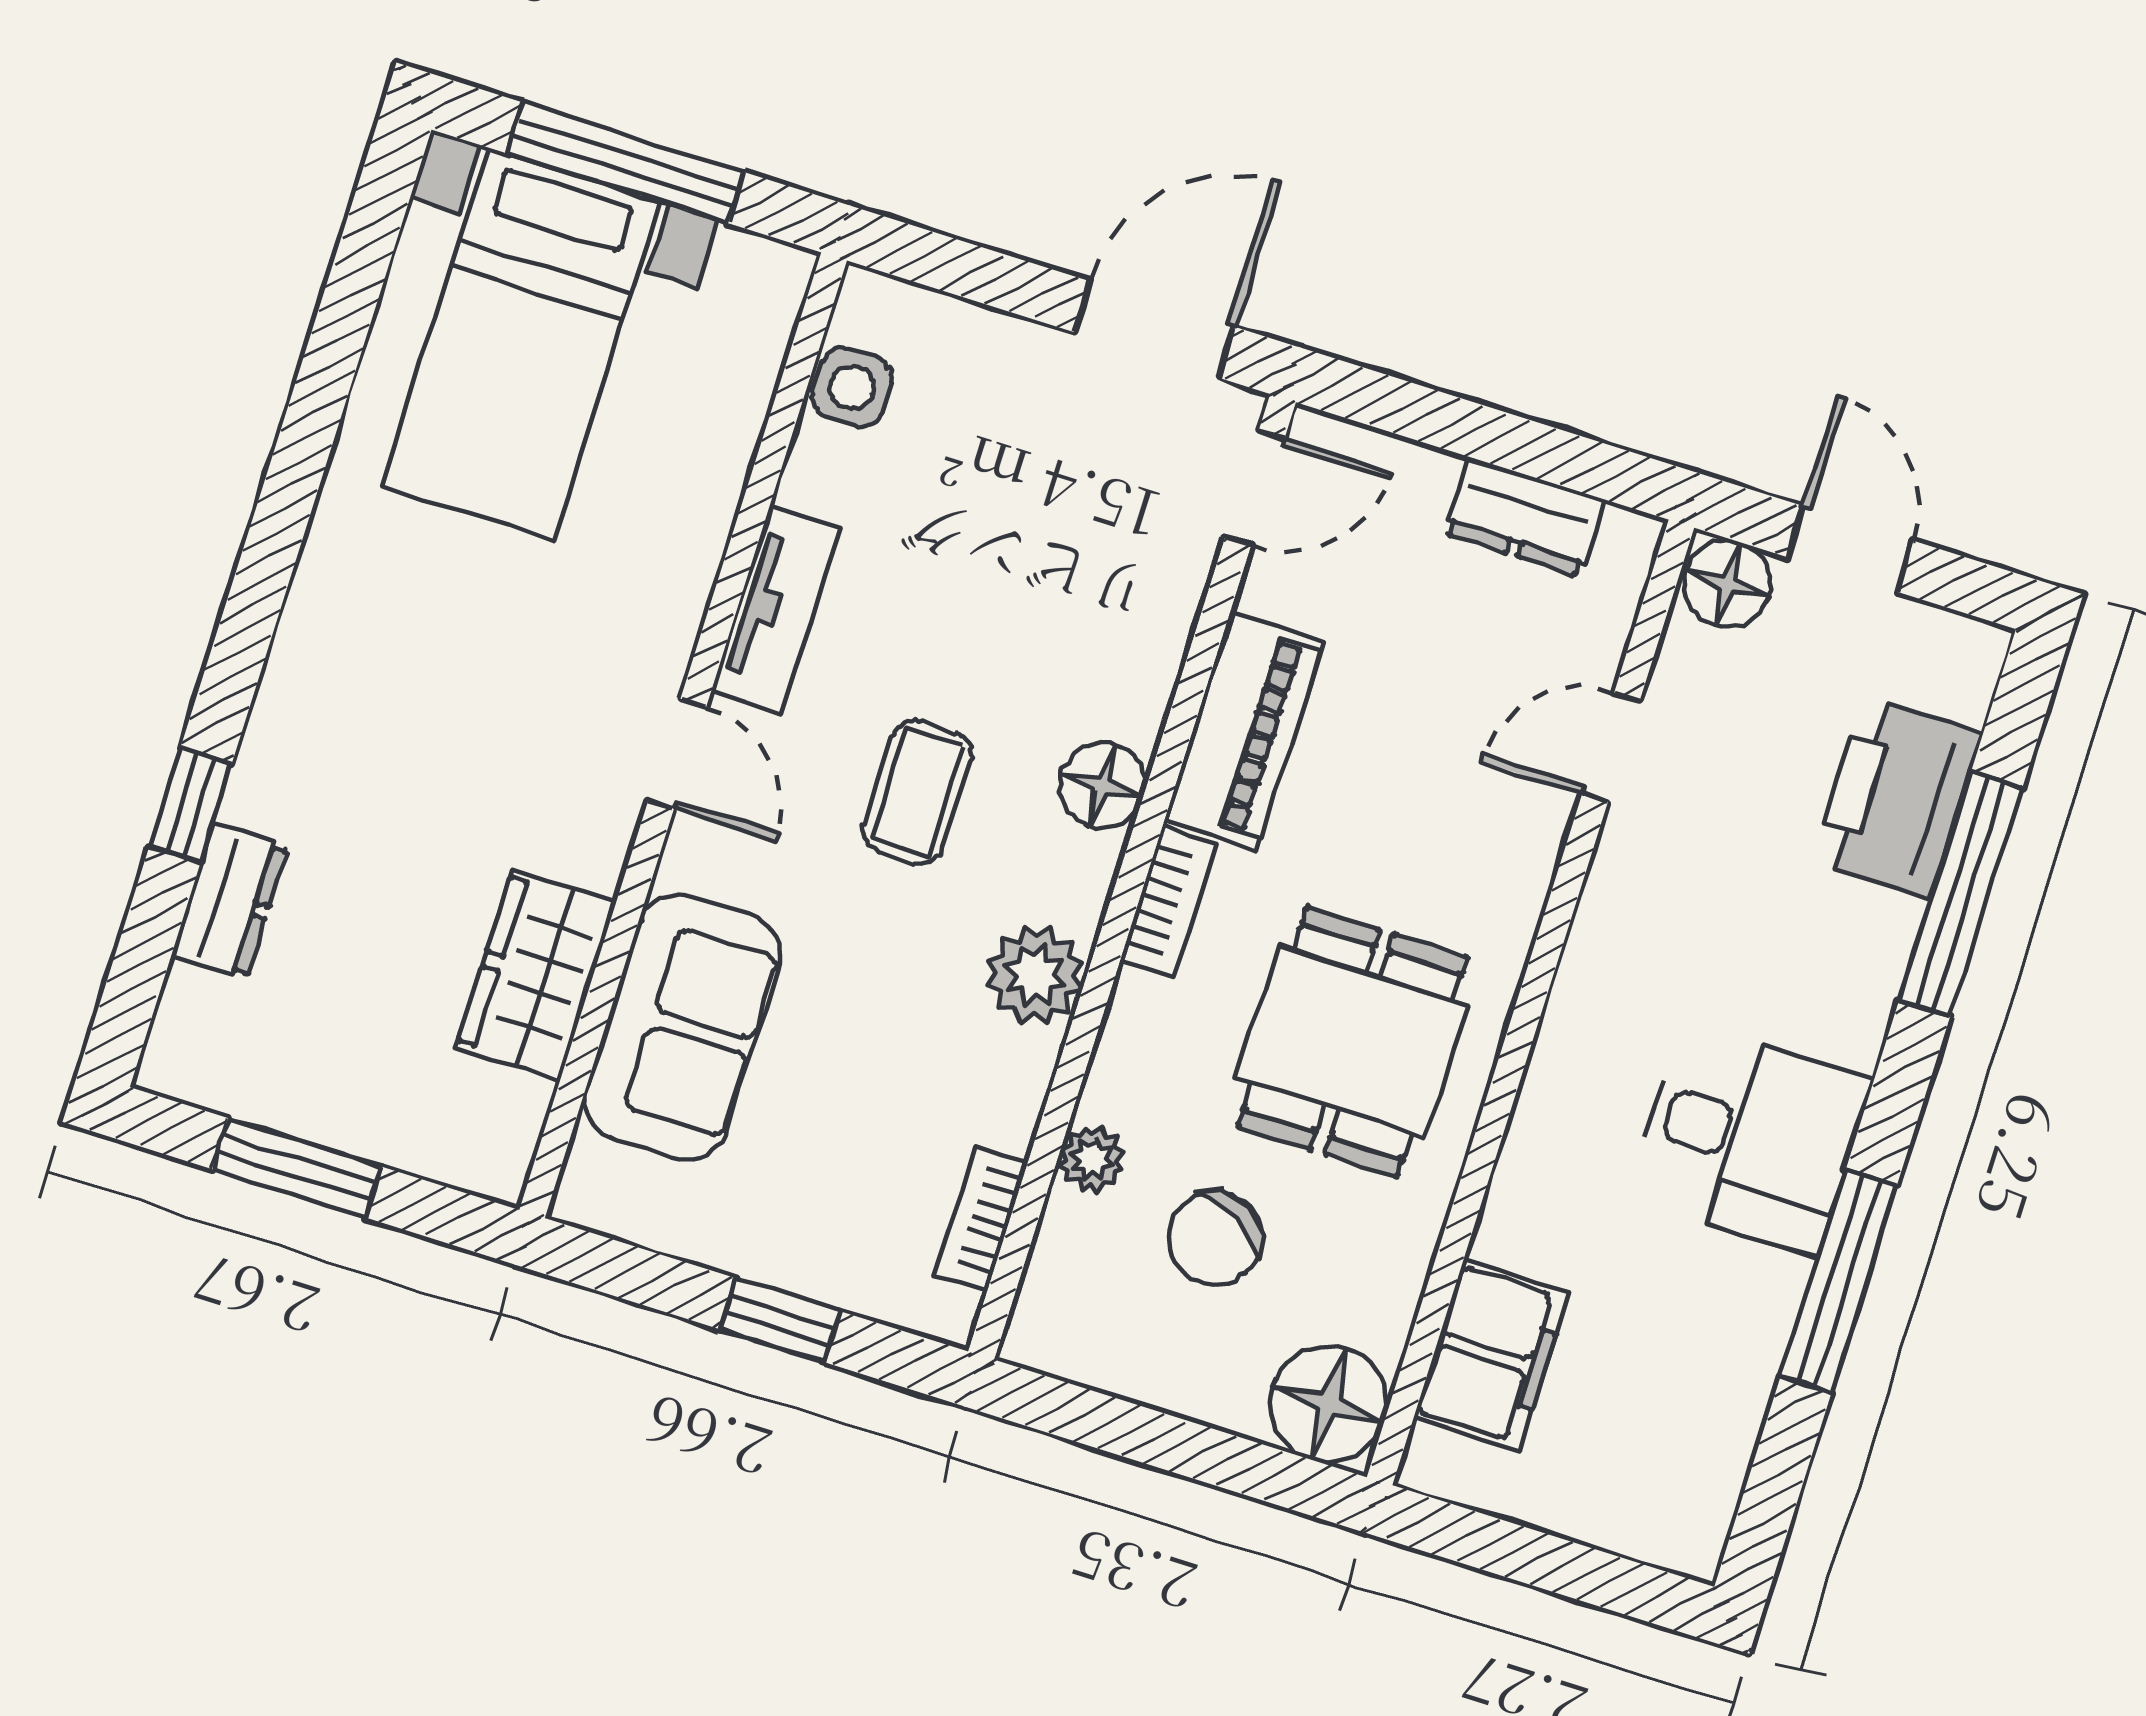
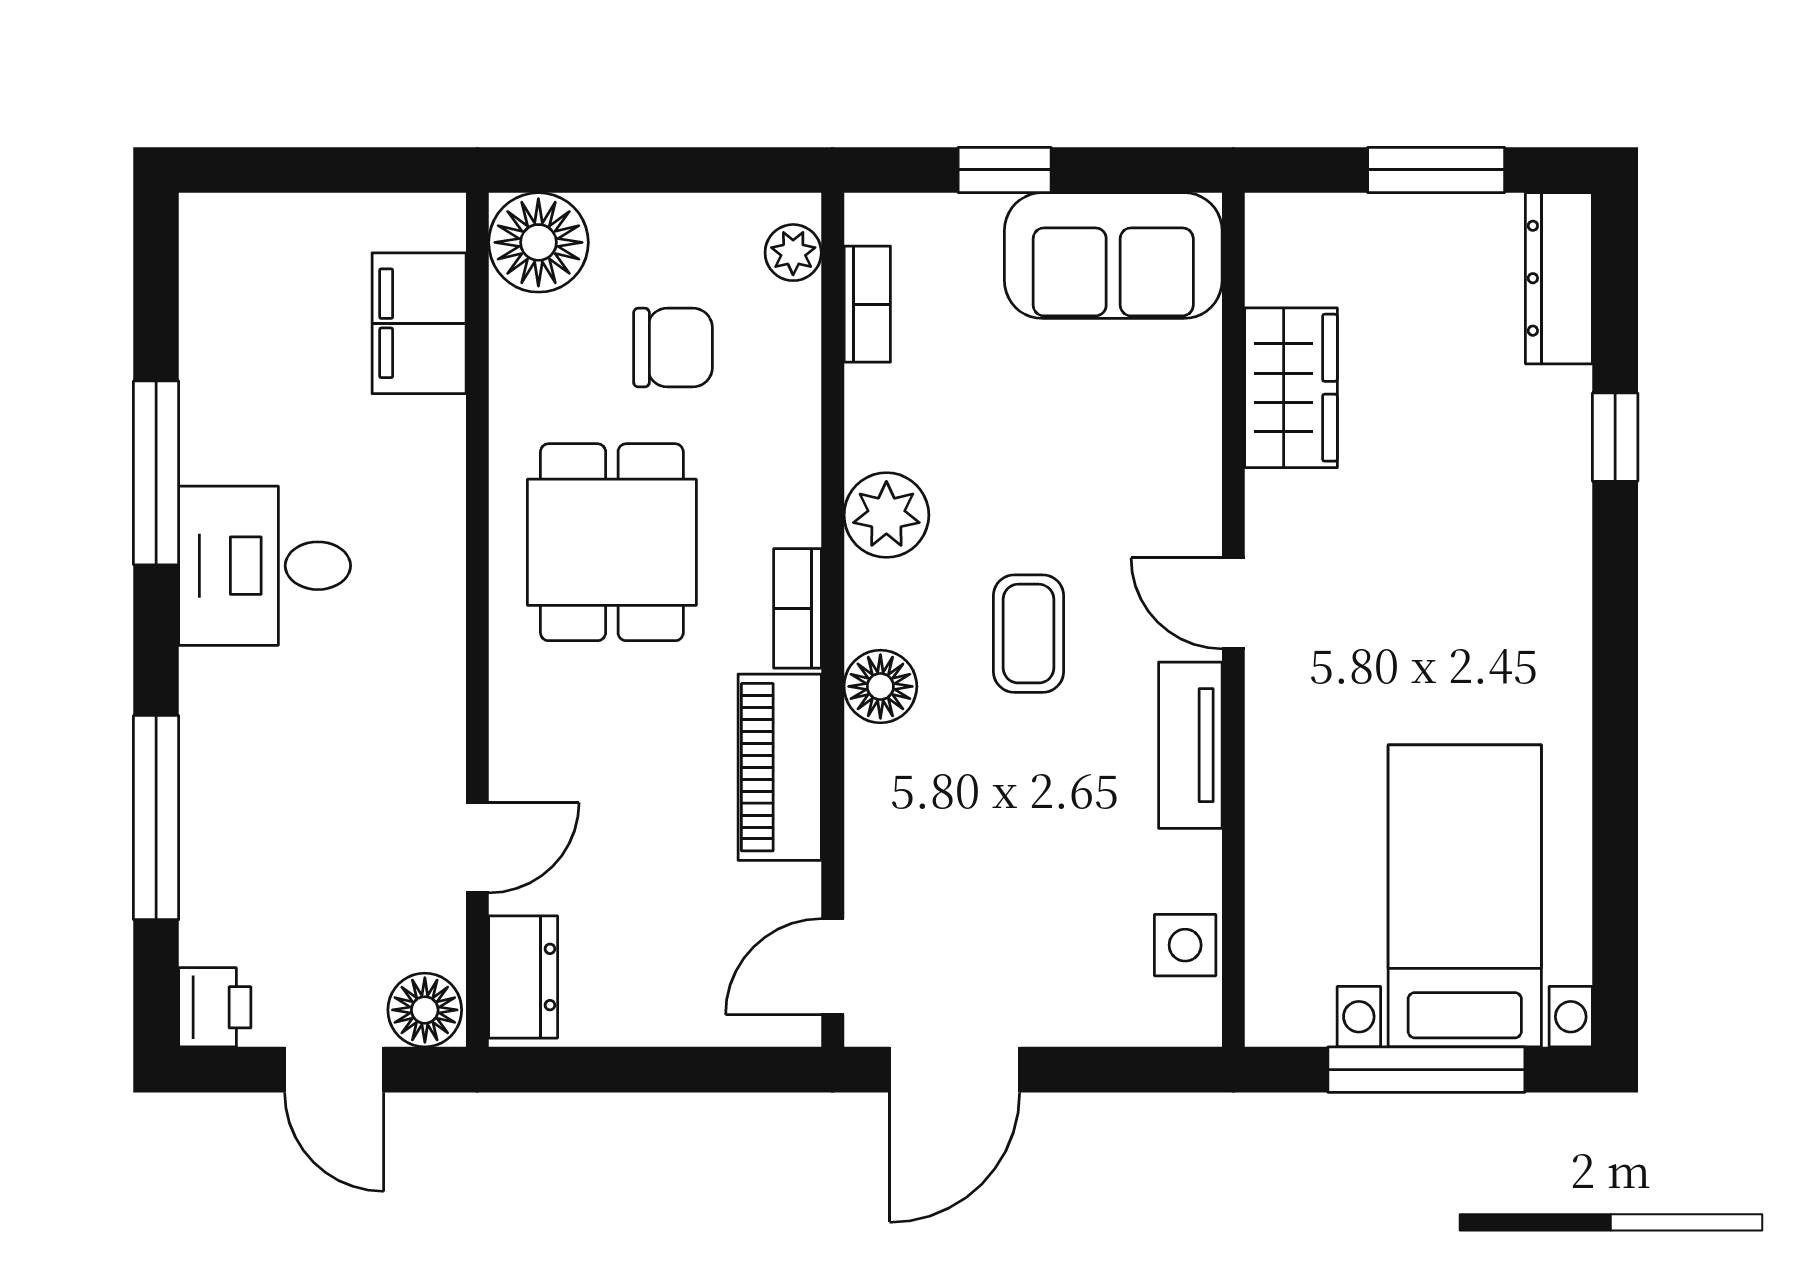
dresser: (1524, 516) -> (523, 977), moved, turned 90
printer: (1897, 798) -> (215, 1007), moved, width x0.53, depth x0.68
dresser: (229, 901) -> (1559, 278), moved, width x1.44
sofa: (683, 1027) -> (1113, 256), moved, turned -90
plant: (1092, 1159) -> (793, 253), moved
chair: (1215, 1238) -> (673, 348), turned 60

